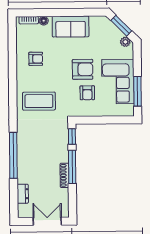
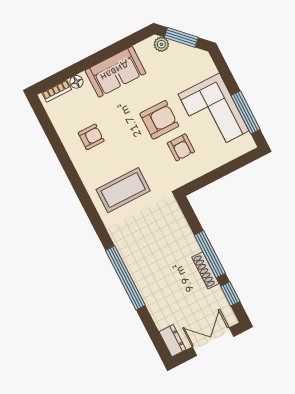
plant: (125, 42) -> (161, 44), moved
window: (72, 136) -> (230, 294), moved
dresser: (23, 194) -> (173, 341), moved

